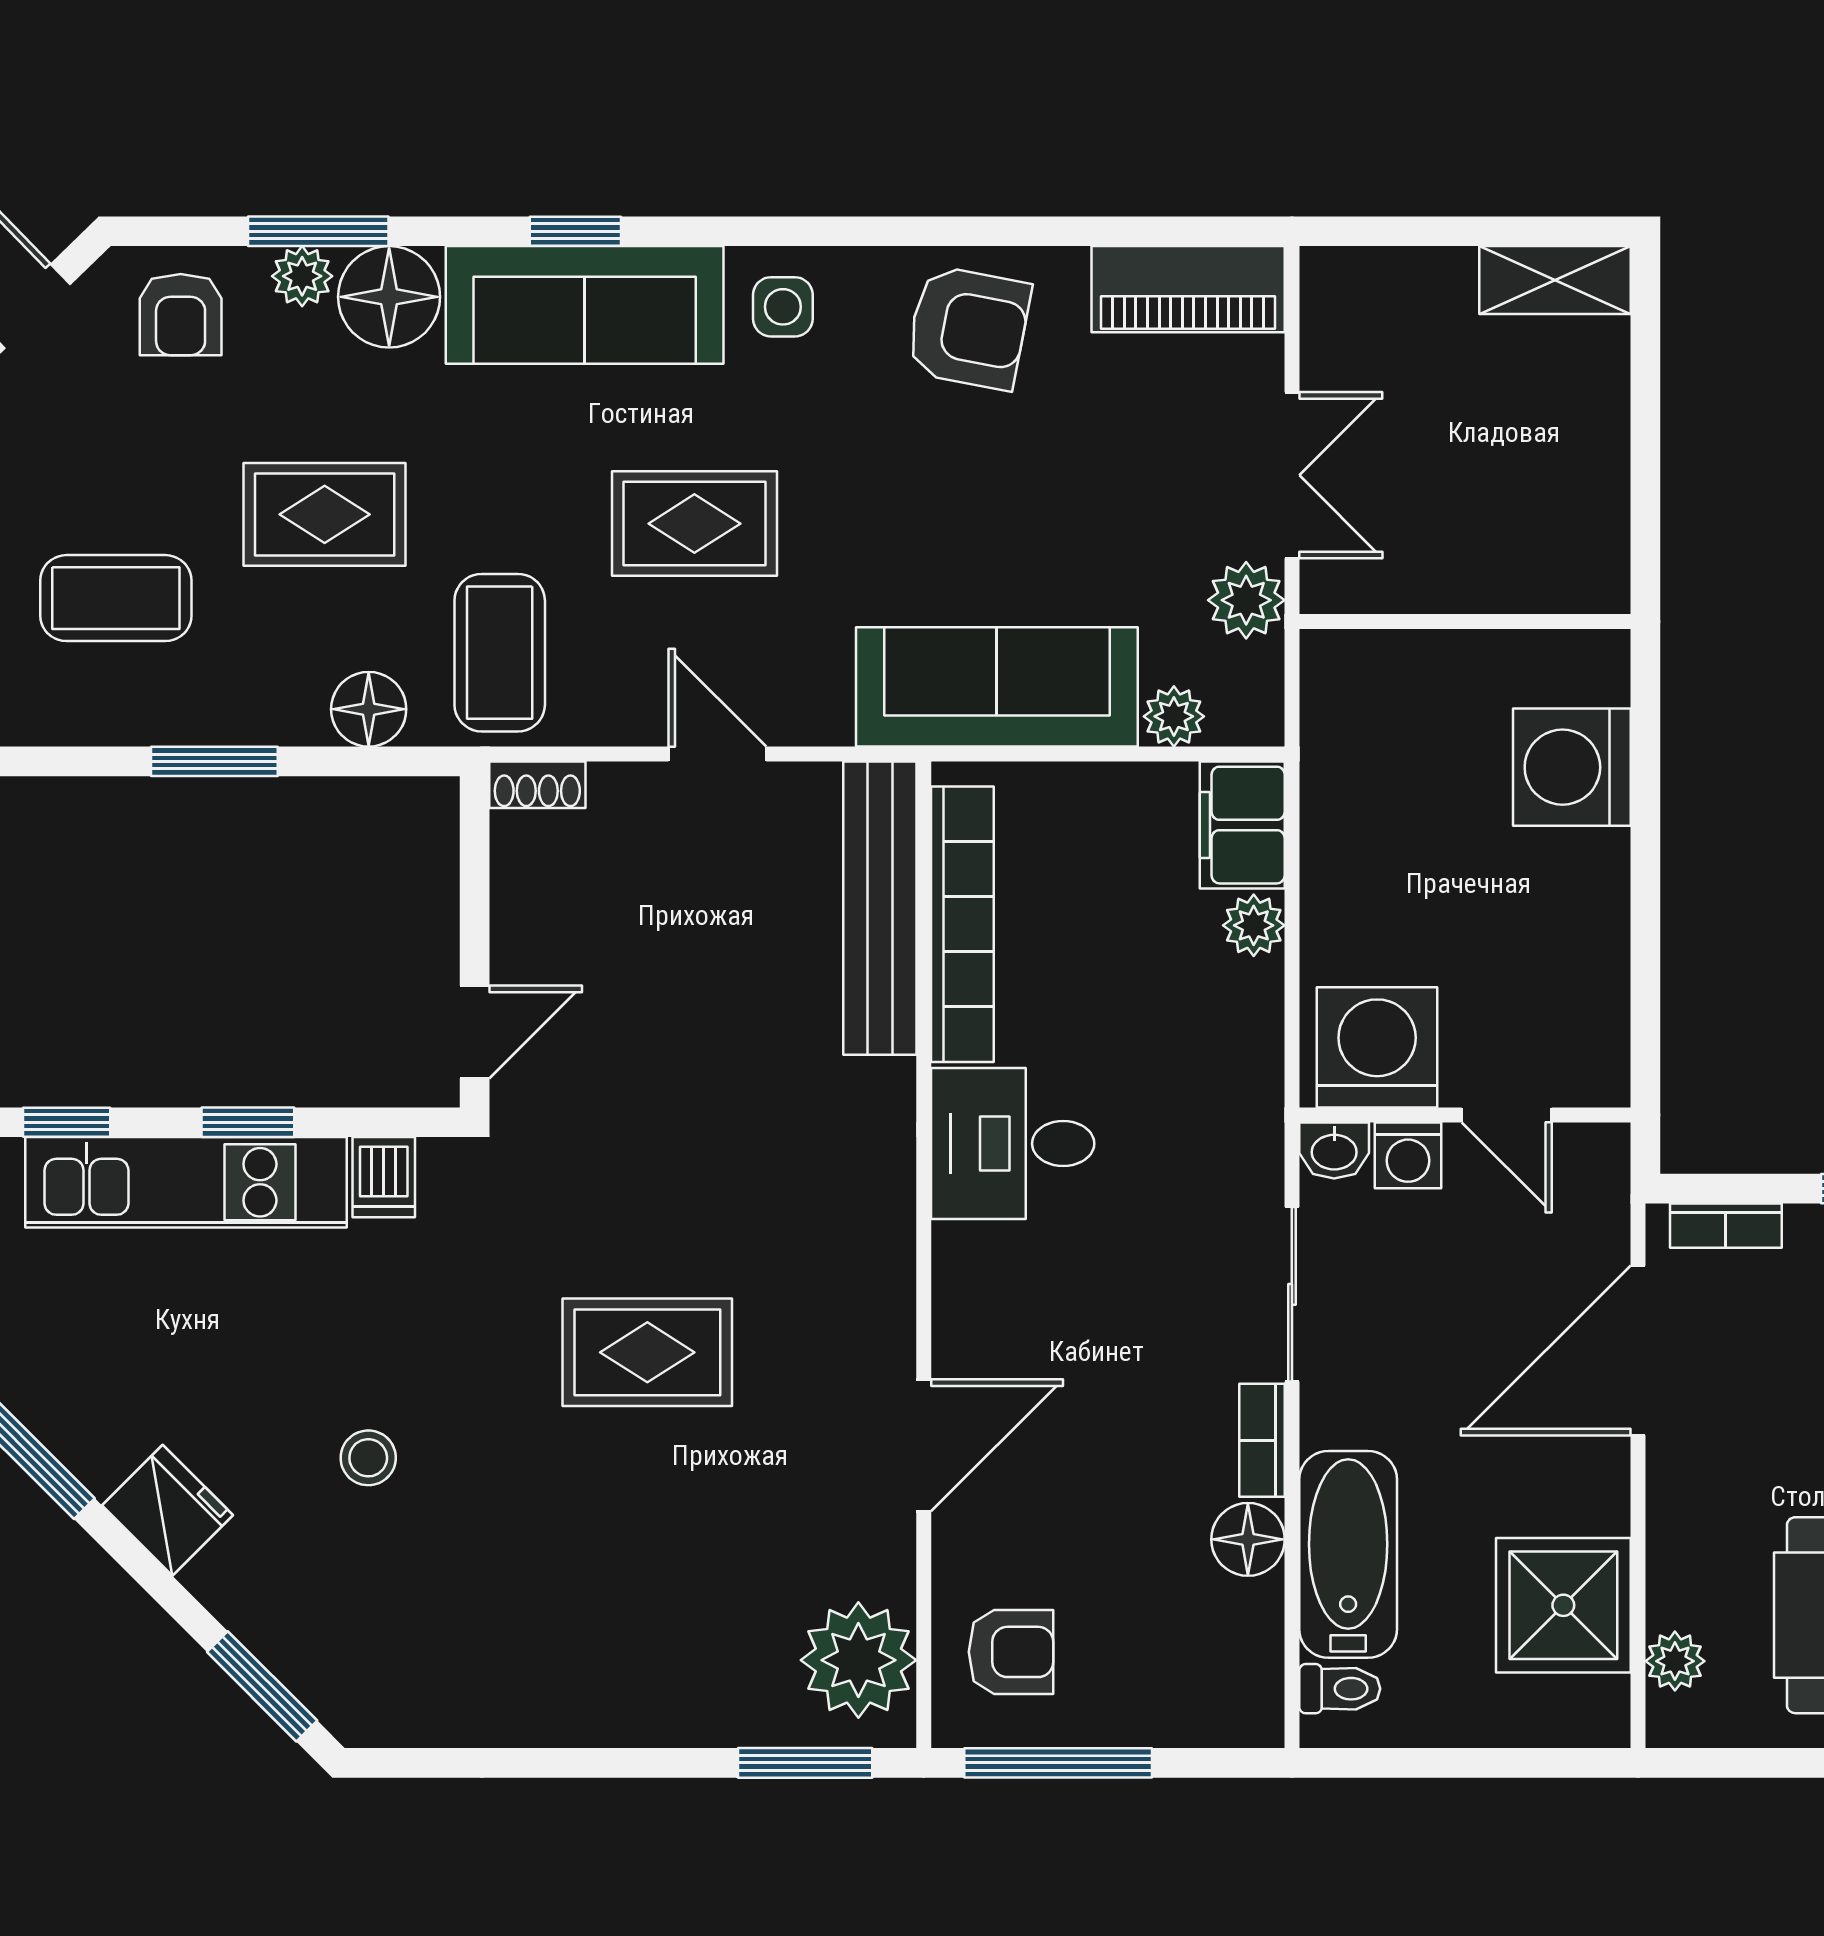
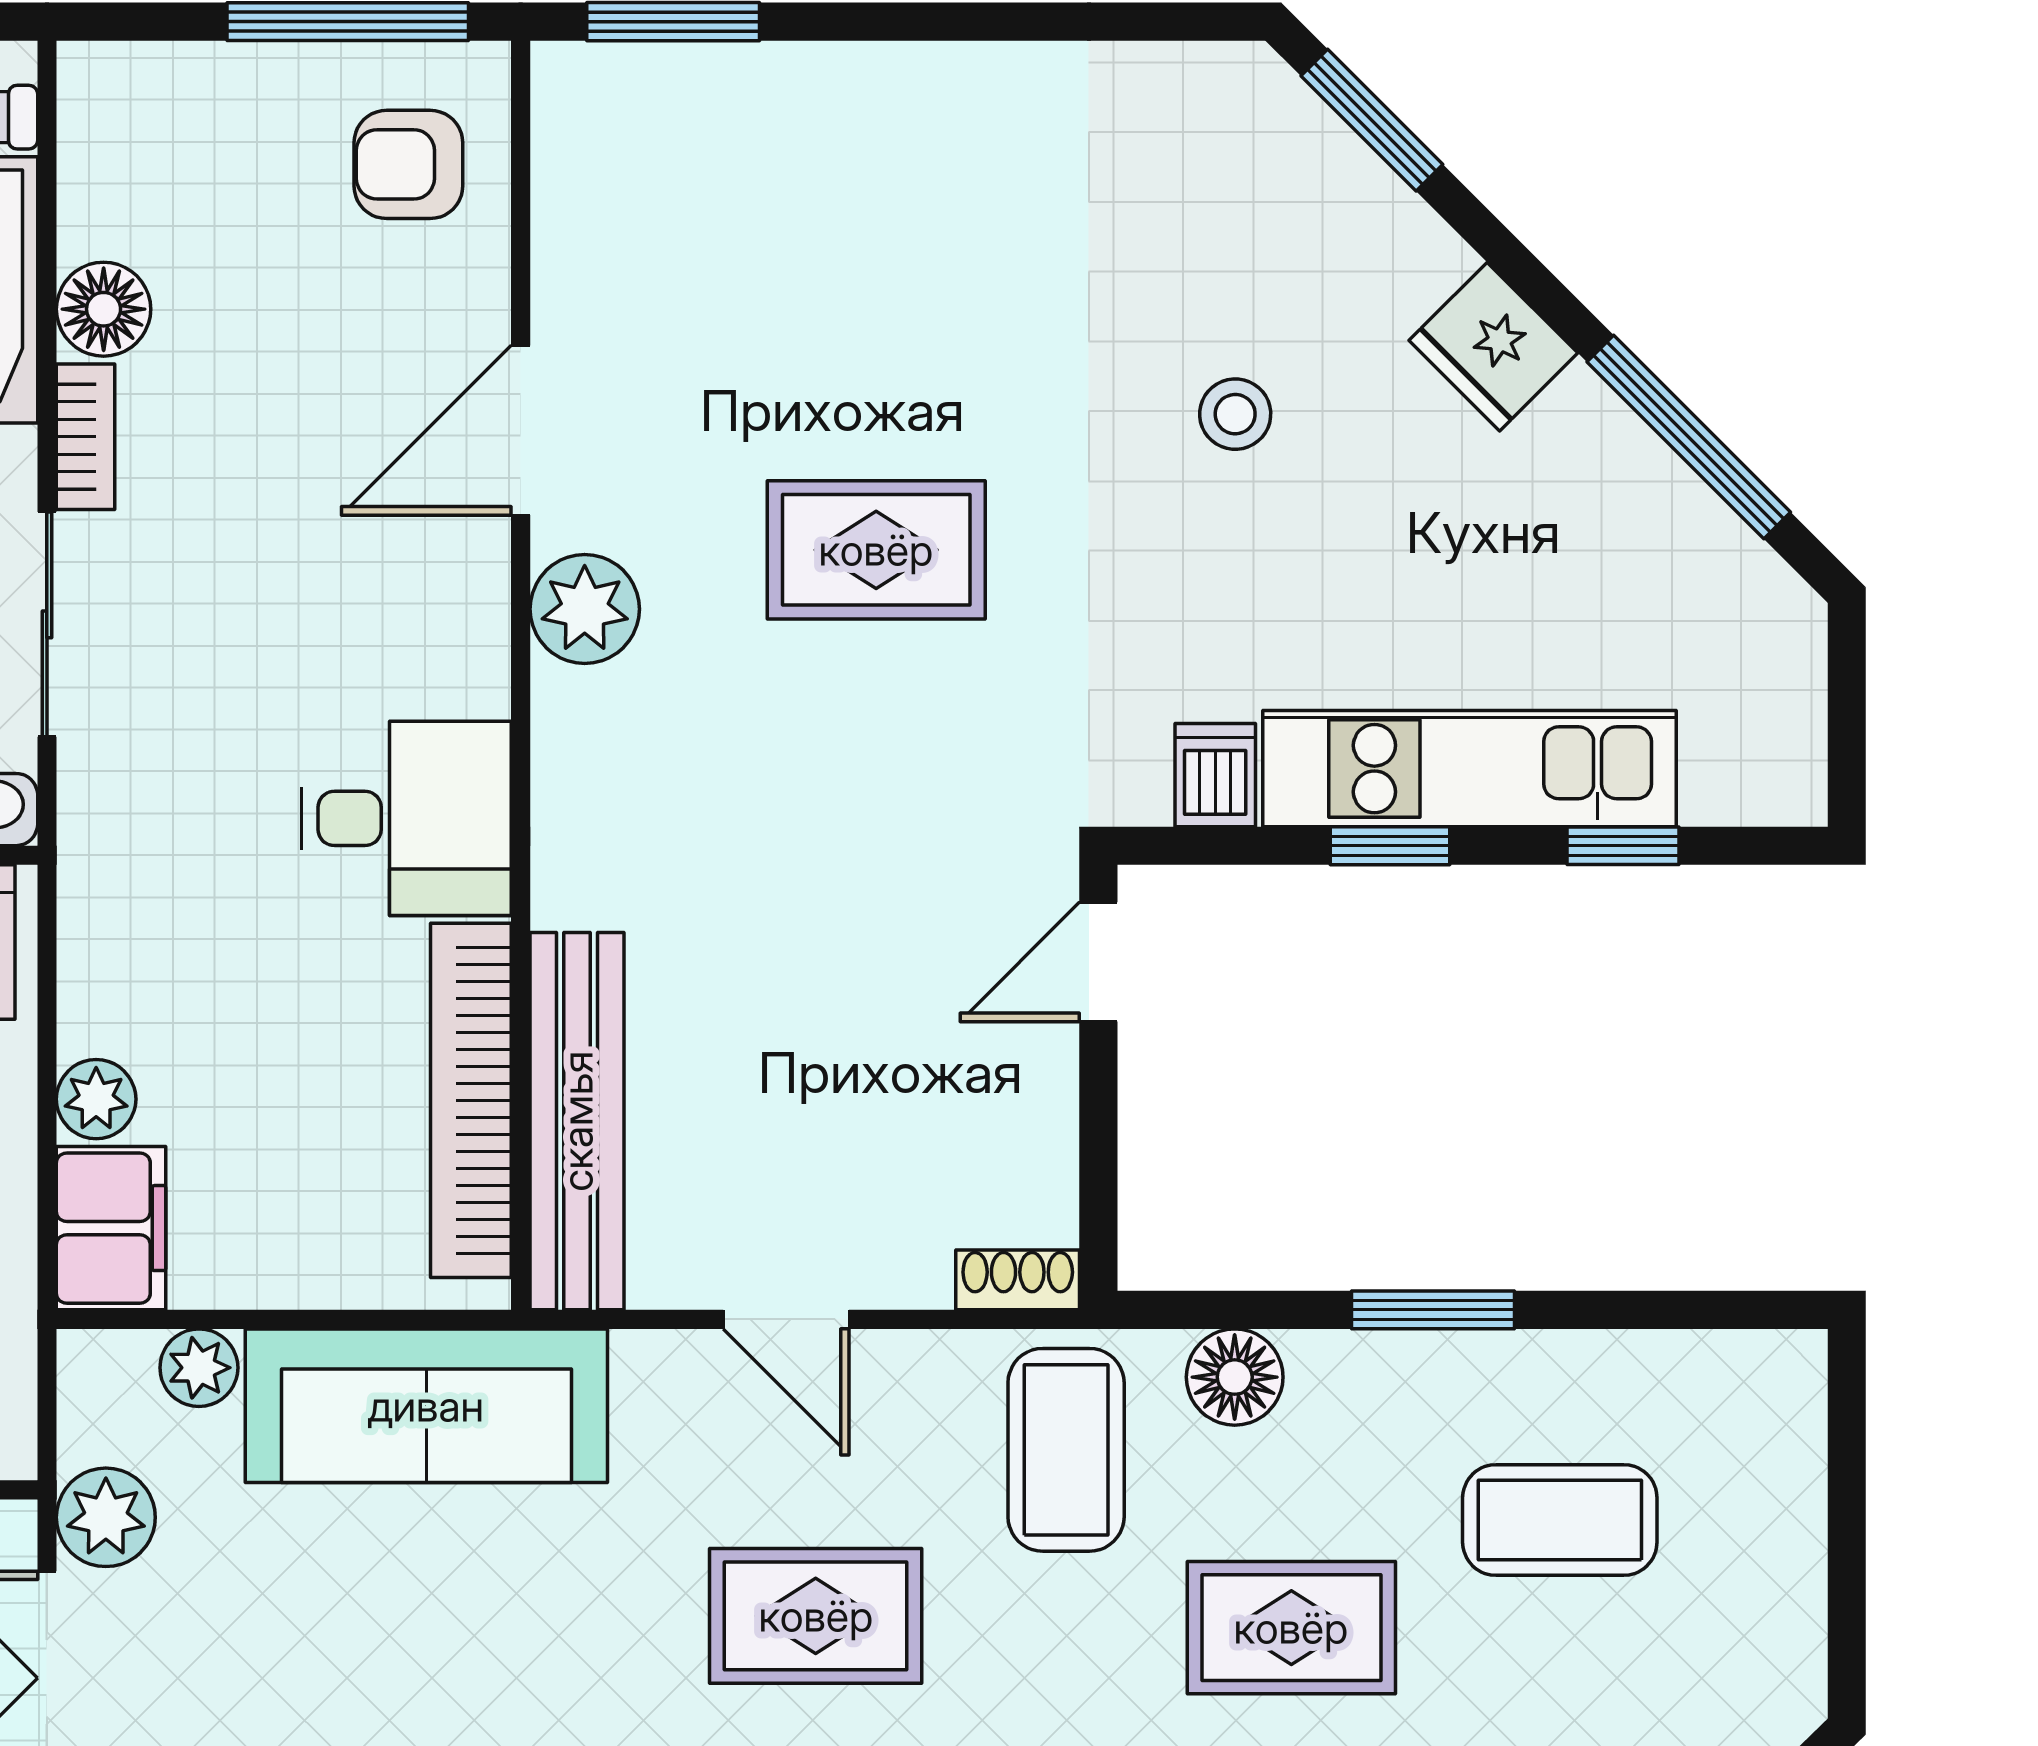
plant: (858, 1660) -> (585, 609), moved, width x0.73, depth x0.73

